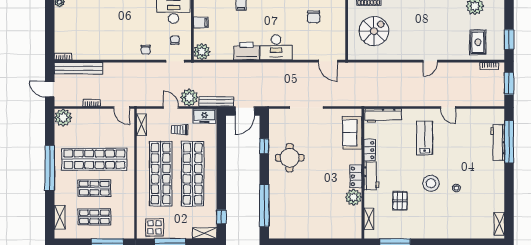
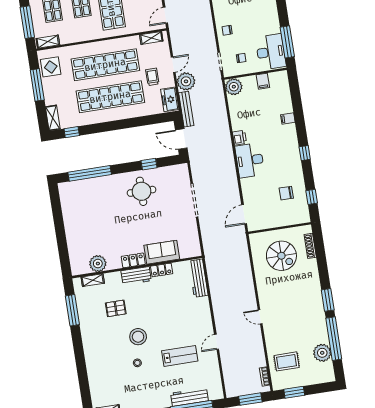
printer: (247, 51) -> (240, 138), width x0.53, depth x0.68
sofa: (352, 133) -> (162, 252), moved
lab bench: (425, 138) -> (180, 356), moved
plant: (353, 197) -> (98, 264), moved
shelving: (129, 226) -> (48, 42), added

